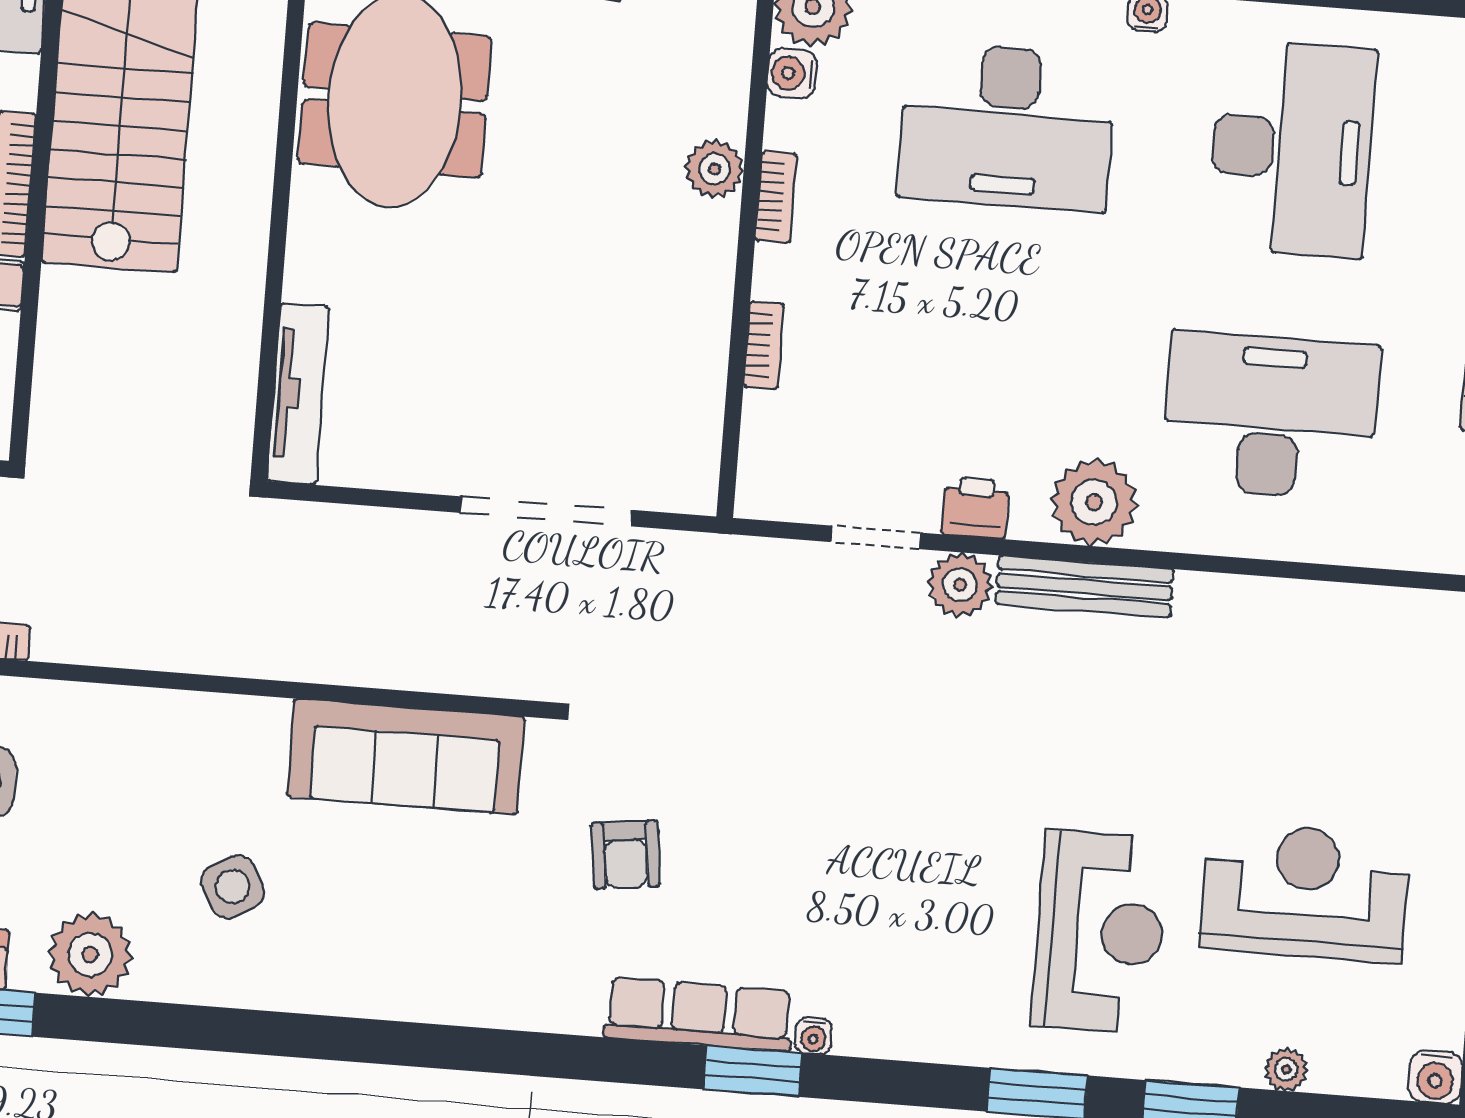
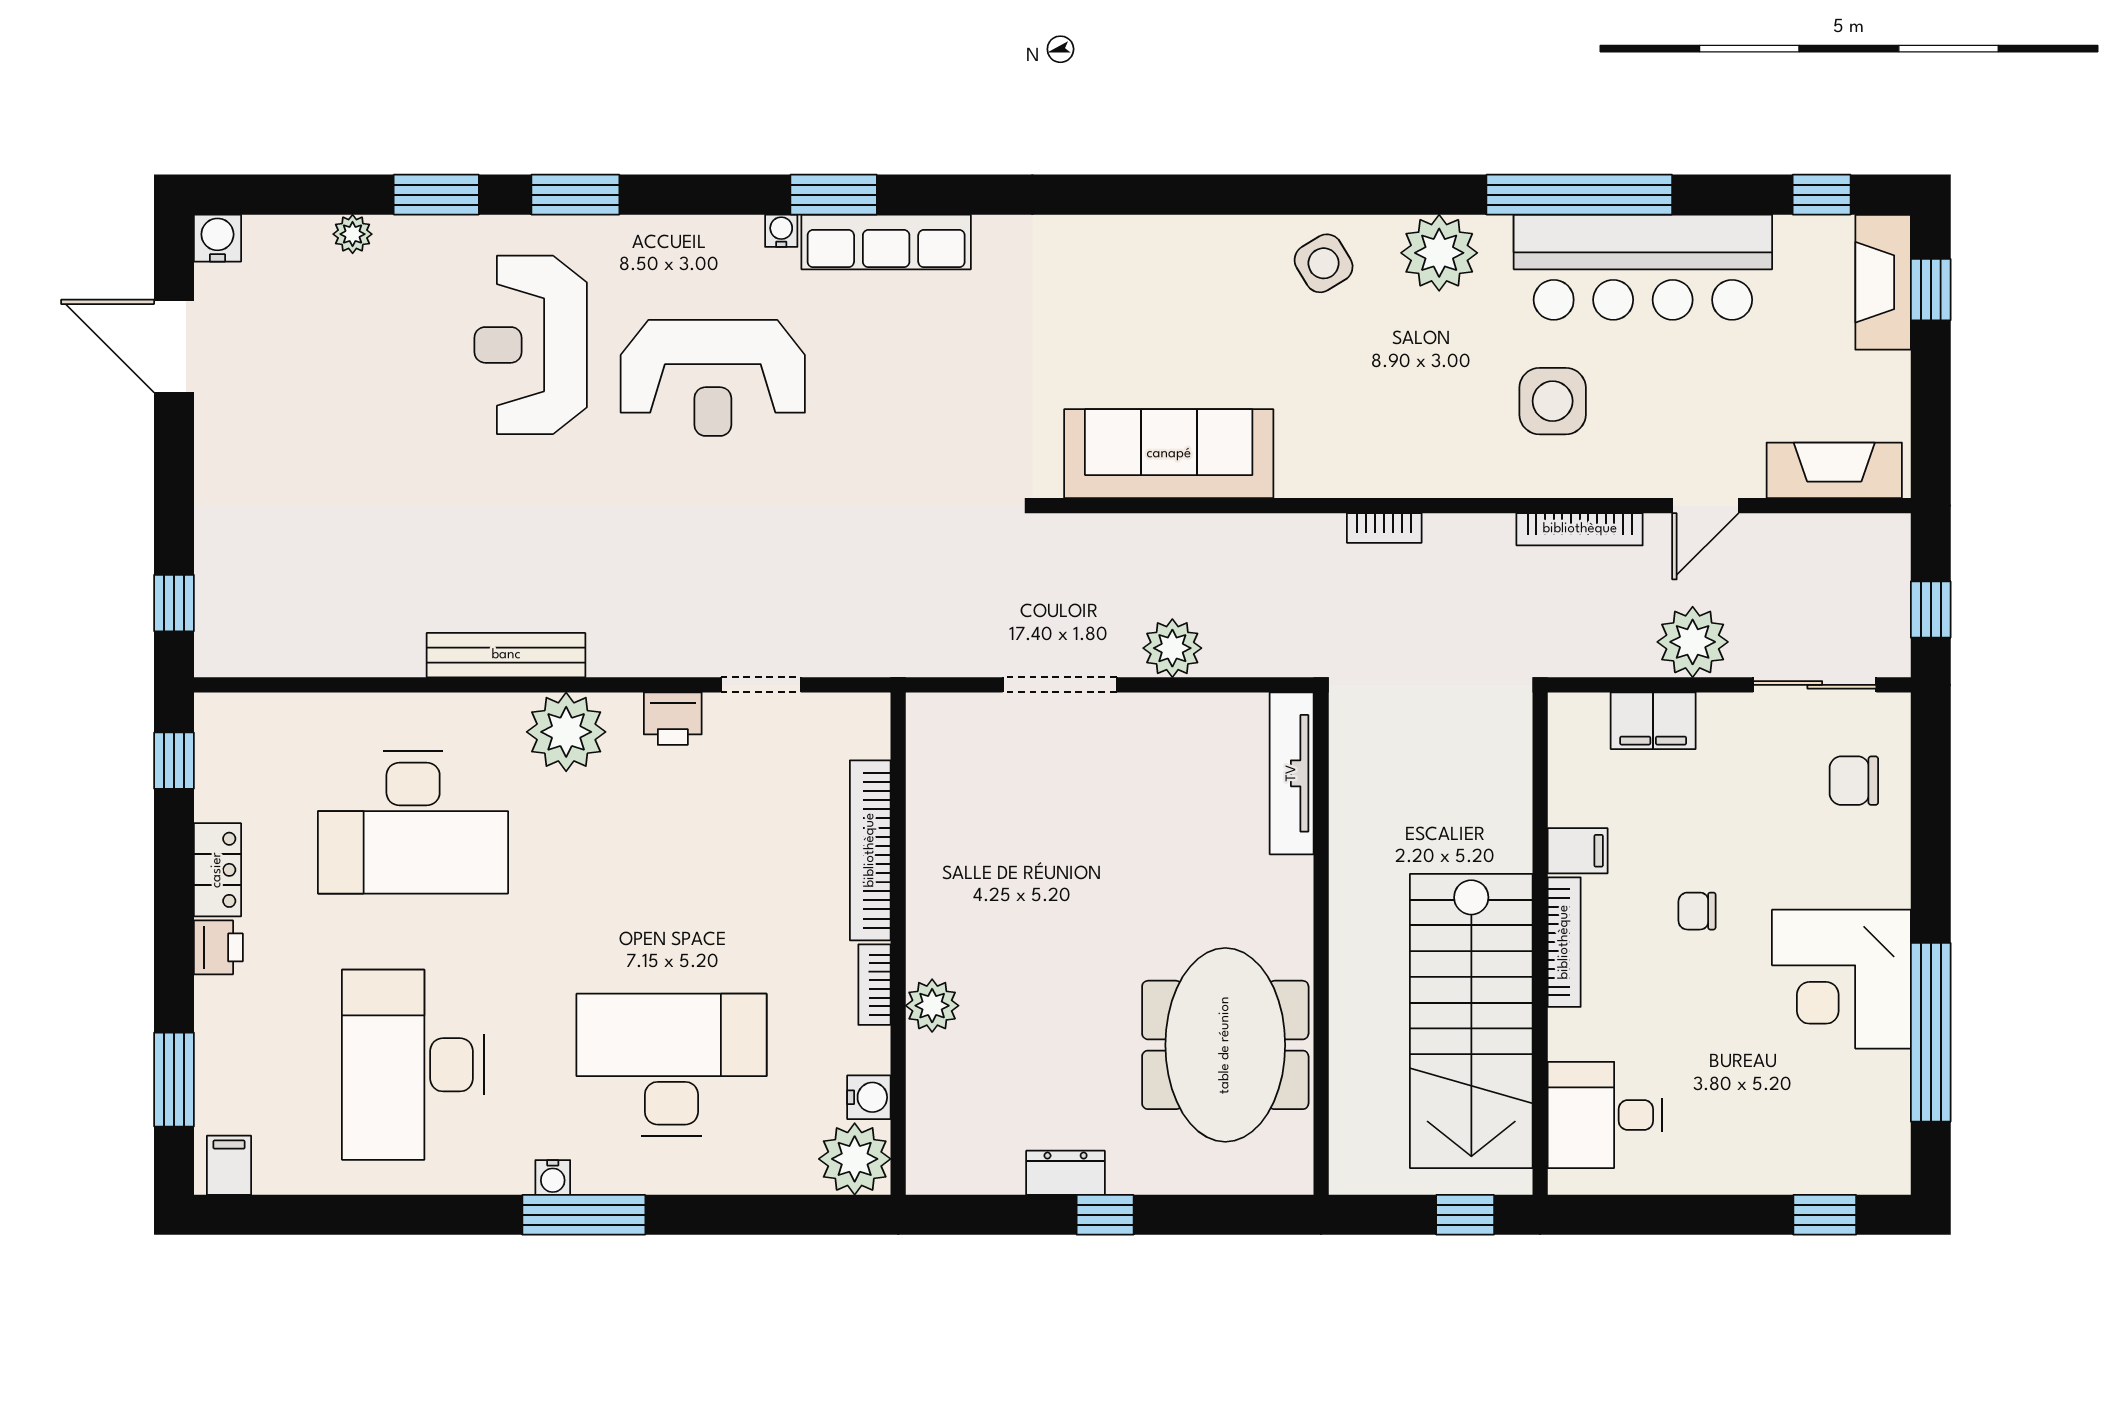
bookcase: (764, 345) -> (870, 850), width x2.31, depth x1.31
doorway: (546, 511) -> (1060, 685), width x0.73
plant: (960, 585) -> (1172, 648), moved
bench: (1085, 587) -> (506, 655), moved
bookcase: (175, 656) -> (1384, 528), added
armchair: (626, 854) -> (964, 381), removed
side table: (233, 887) -> (1324, 263), moved
reception desk: (1305, 892) -> (713, 378), moved

